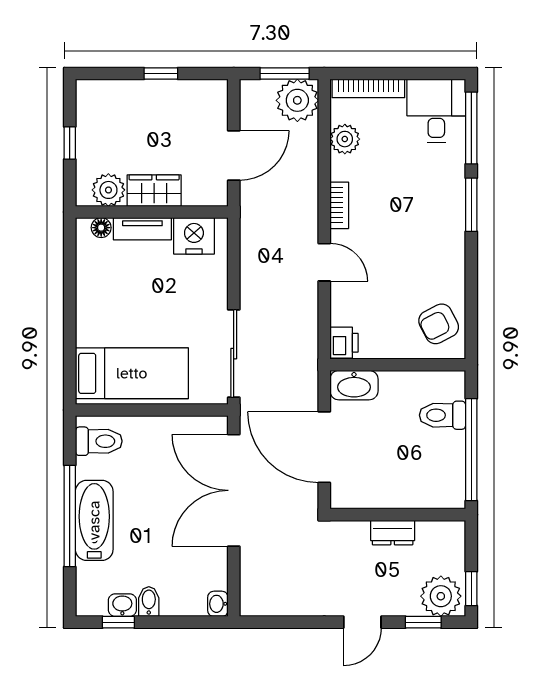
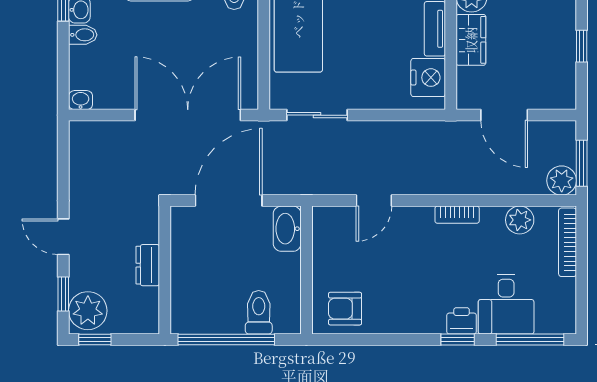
plant: (297, 100) -> (562, 181), width x0.73, depth x0.73
desk: (436, 111) -> (506, 304), moved, turned 90
window: (471, 205) -> (458, 340), width x0.67
door: (324, 262) -> (374, 201), moved
armchair: (439, 324) -> (345, 309), turned -63
printer: (344, 343) -> (462, 321), moved, turned 180
sliding door: (234, 354) -> (317, 115), width x0.73

